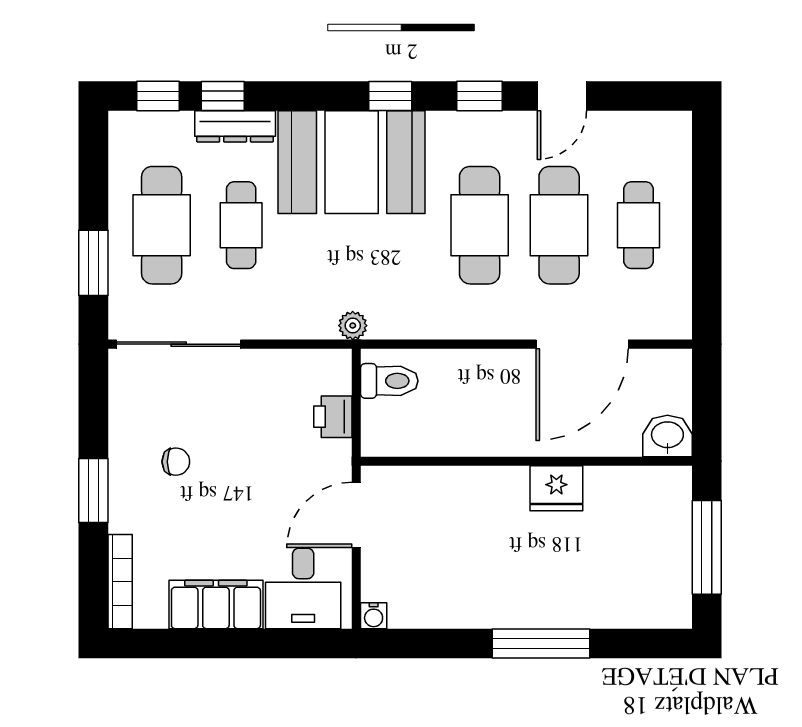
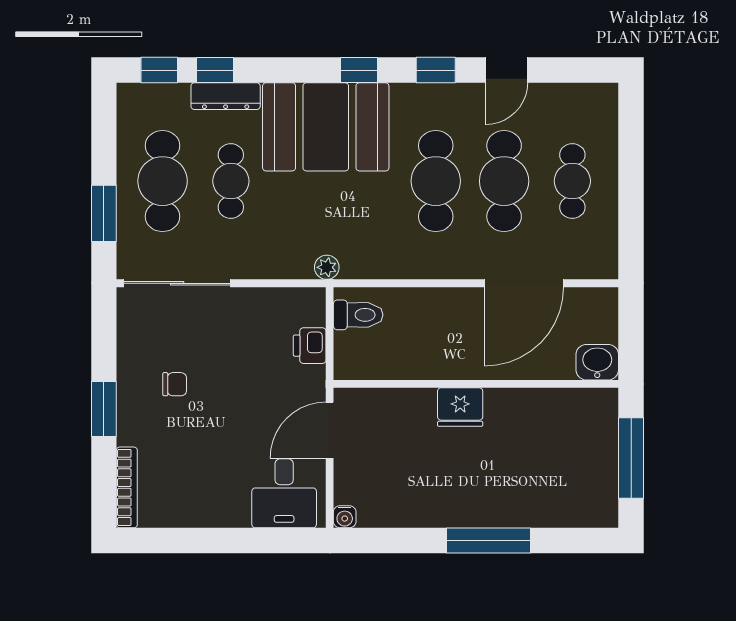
fridge: (556, 488) -> (460, 407), moved
filing cabinet: (216, 605) -> (209, 507), removed

